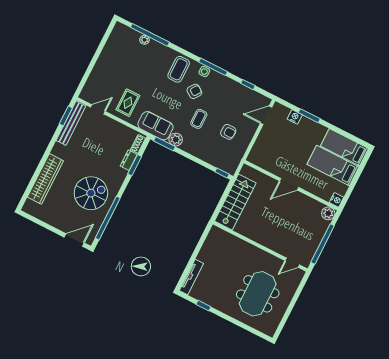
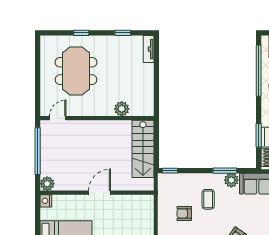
coffee table: (199, 119) -> (208, 199), moved
window: (164, 144) -> (225, 171), moved
plant: (236, 244) -> (122, 109), added
tv unit: (191, 277) -> (149, 49), width x0.71
window: (238, 323) -> (81, 33), added

